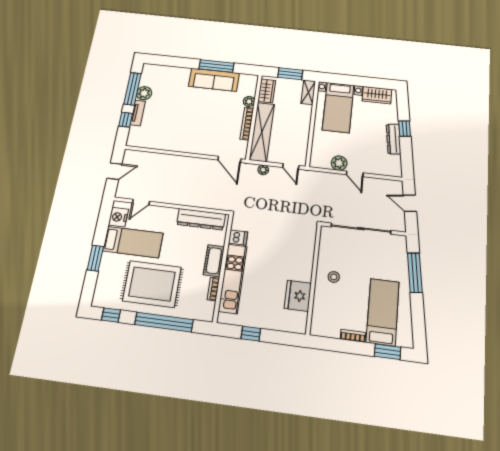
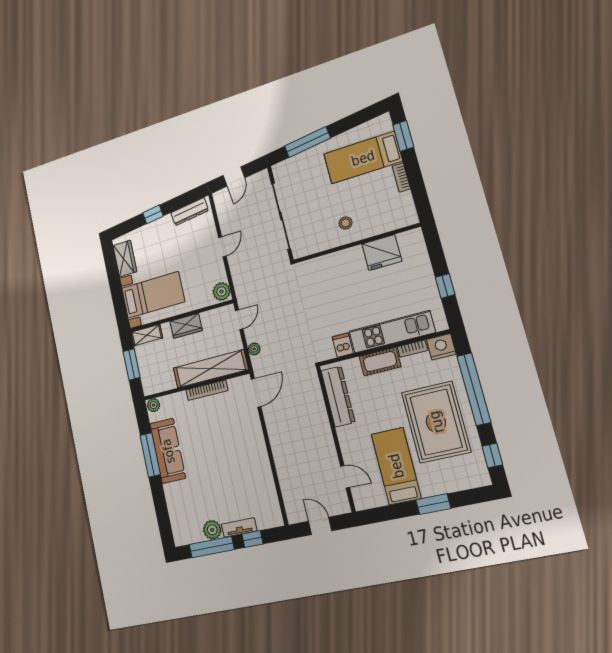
wardrobe: (267, 91) -> (186, 326), moved, turned 180
plant: (249, 101) -> (154, 405), moved
dresser: (394, 139) -> (190, 212), moved
plant: (339, 163) -> (222, 291), moved
nightstand: (118, 217) -> (441, 347), moved, turned 180

